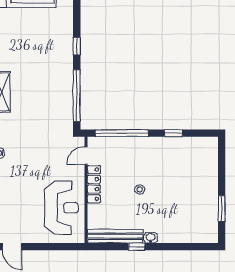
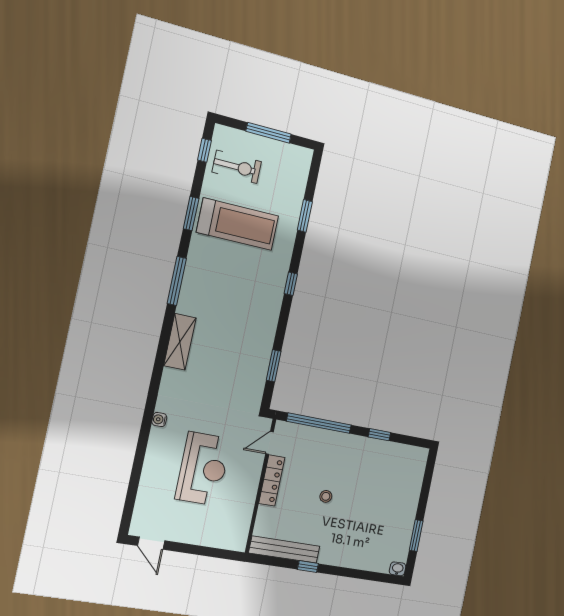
window: (77, 46) -> (291, 284), moved
window: (77, 96) -> (274, 366), width x0.47
reception desk: (61, 208) -> (203, 469), moved
washbasin: (151, 238) -> (398, 569), moved

